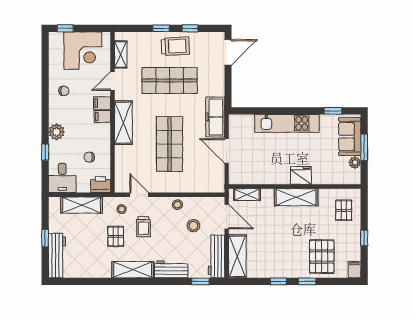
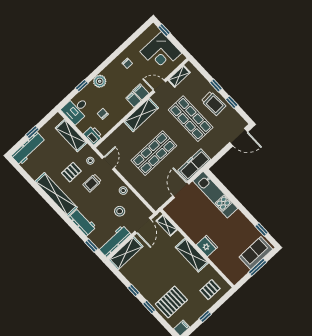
kitchen unit: (287, 123) -> (215, 195), moved
plant: (355, 163) -> (244, 270), removed
shelving: (133, 270) -> (56, 194), width x1.47

